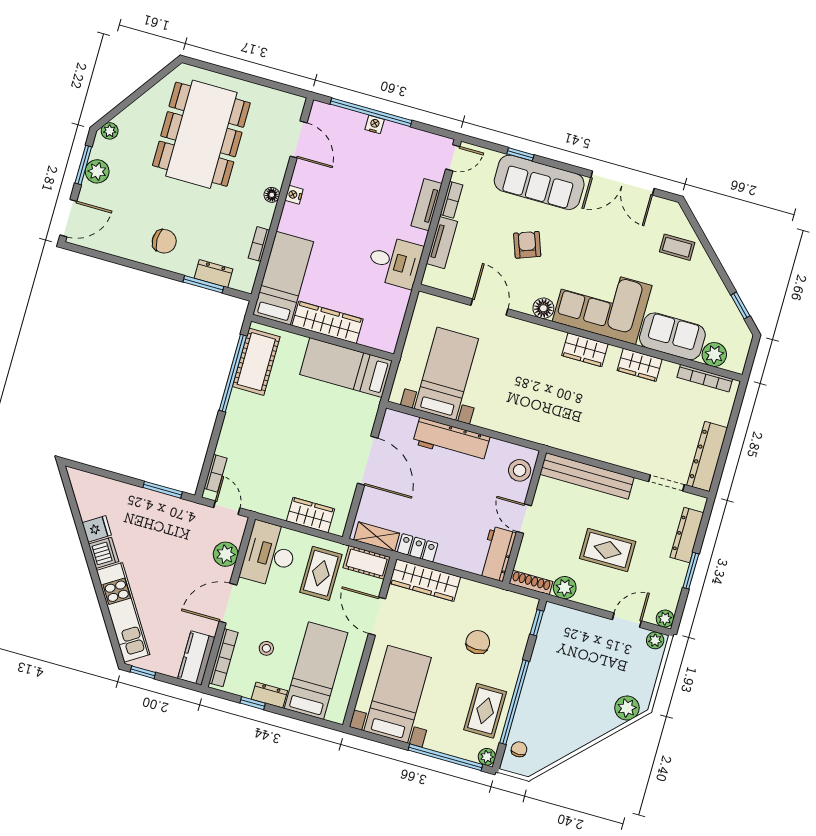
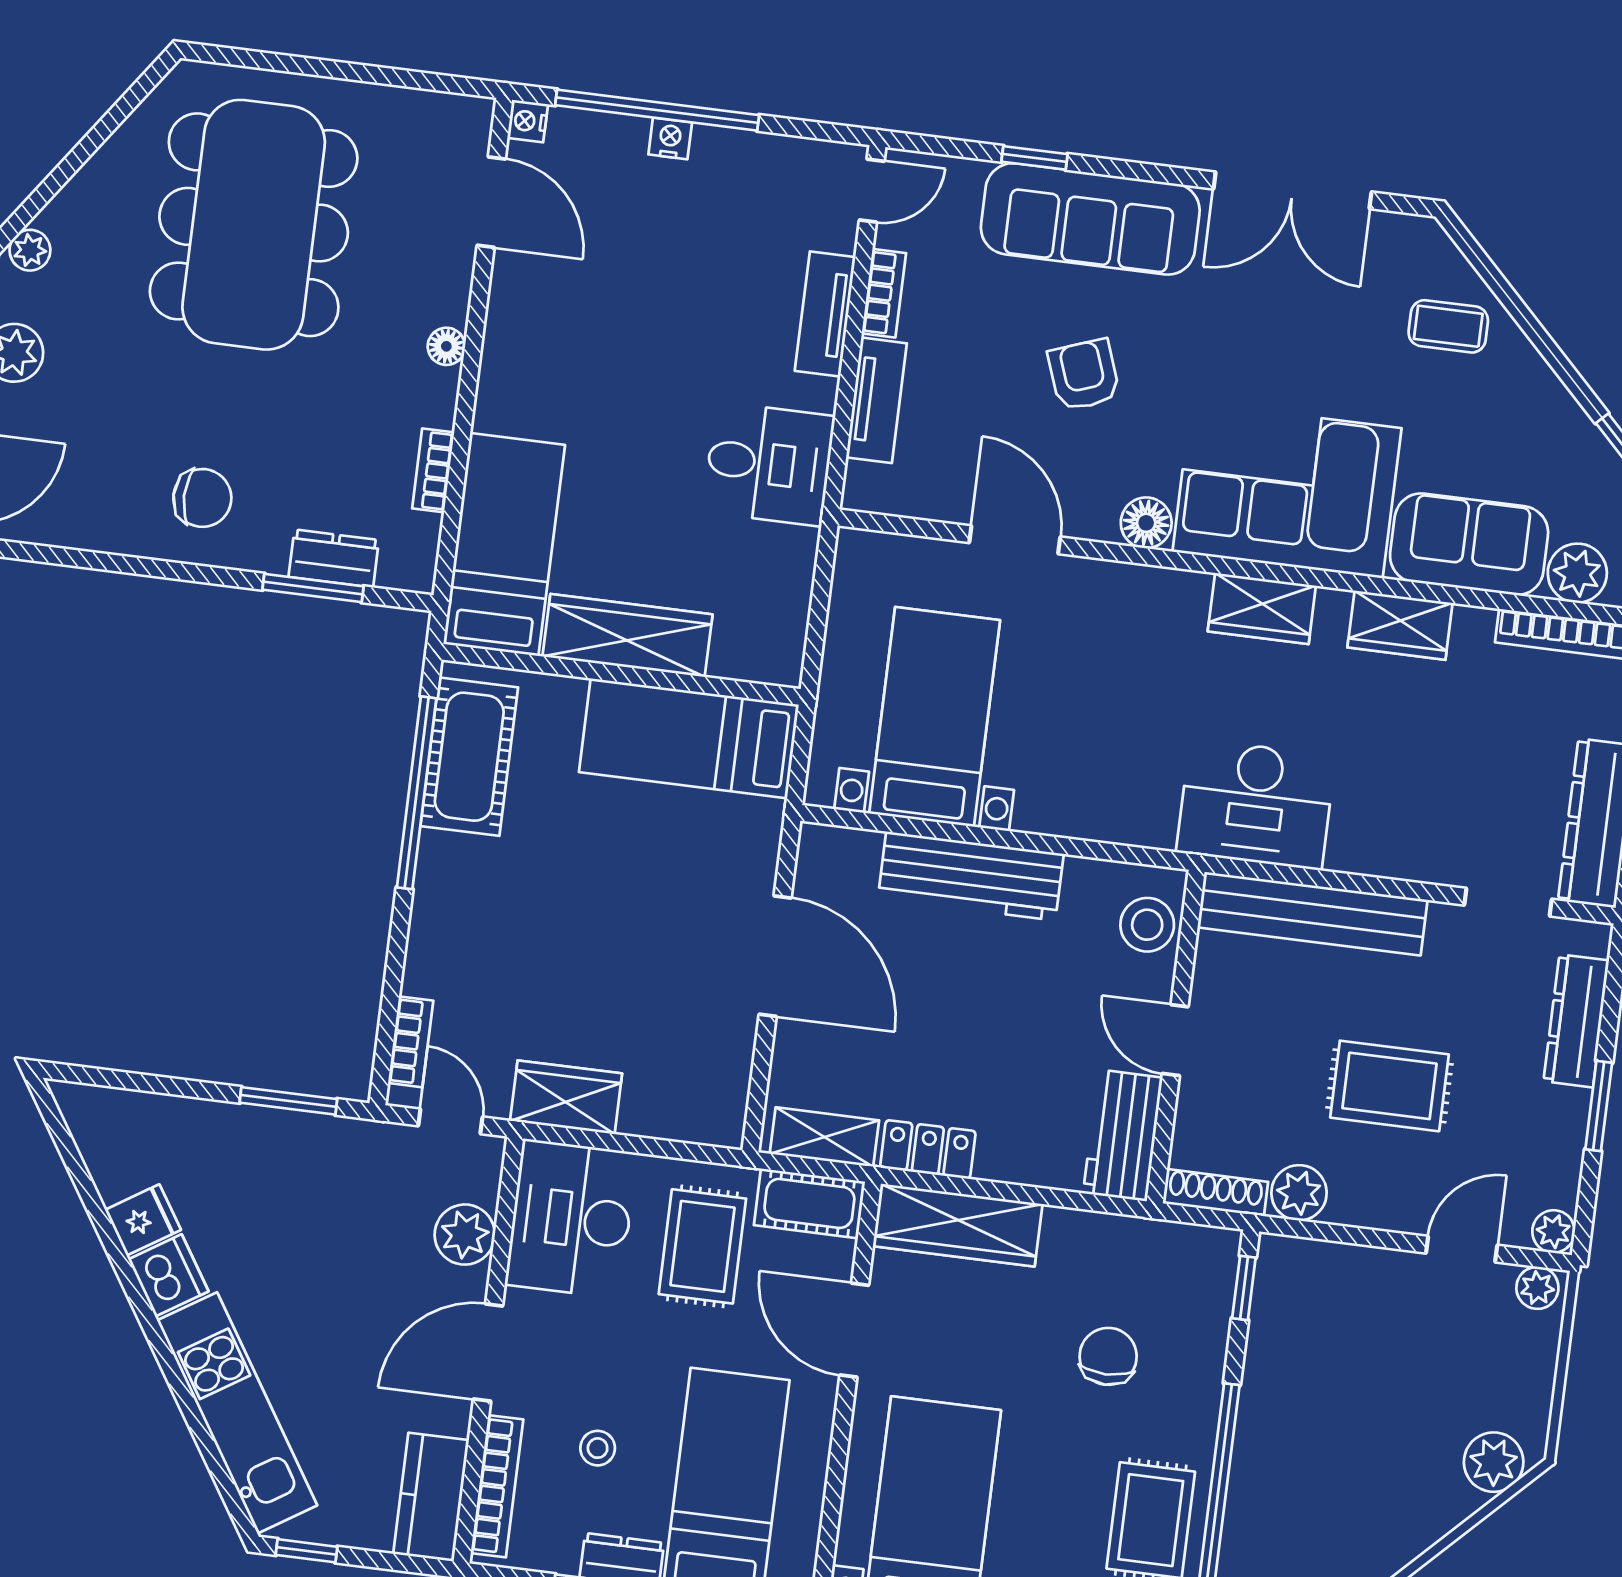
nightstand: (294, 195) -> (528, 121), moved
desk: (571, 428) -> (1256, 804), added
wardrobe: (310, 515) -> (566, 1097), moved

